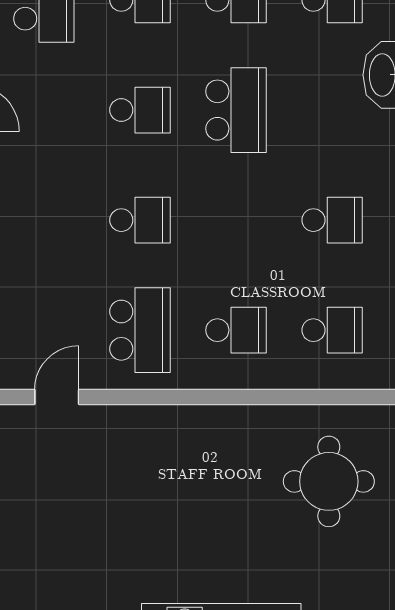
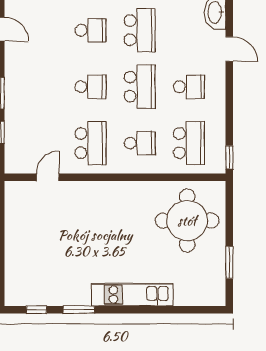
school desk: (236, 220) -> (140, 87), added
school desk: (332, 330) -> (189, 143), width x1.85
round table: (329, 481) -> (187, 221), width x1.36, depth x1.36

